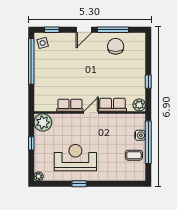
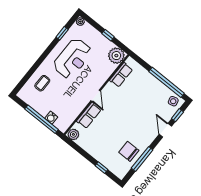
door: (84, 30) -> (165, 130), moved
chair: (116, 46) -> (129, 151), turned 180
window: (148, 82) -> (101, 168), moved
row of seats: (70, 105) -> (121, 75), moved
coffee table: (134, 155) -> (42, 83), moved
window: (79, 184) -> (62, 33), moved

